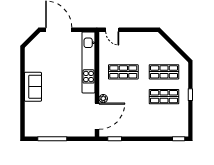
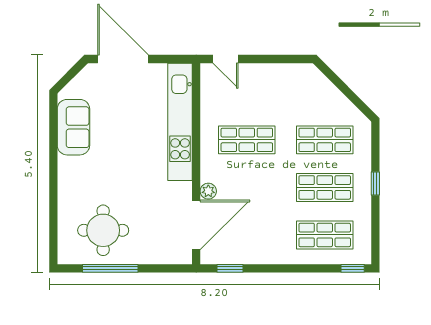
sofa: (33, 87) -> (73, 127), moved
round table: (48, 119) -> (103, 230), added
shop shelf: (164, 121) -> (325, 235), added

